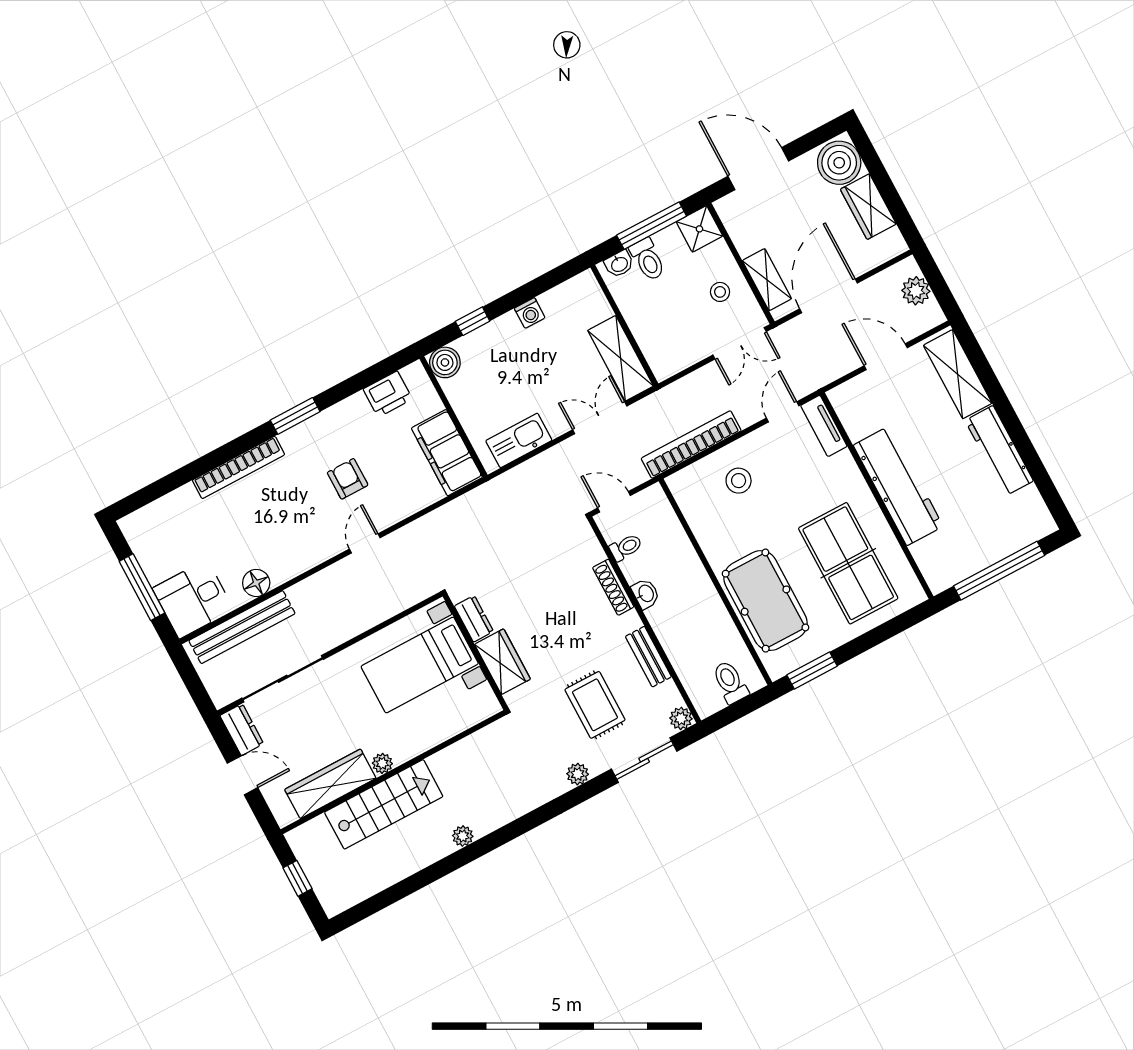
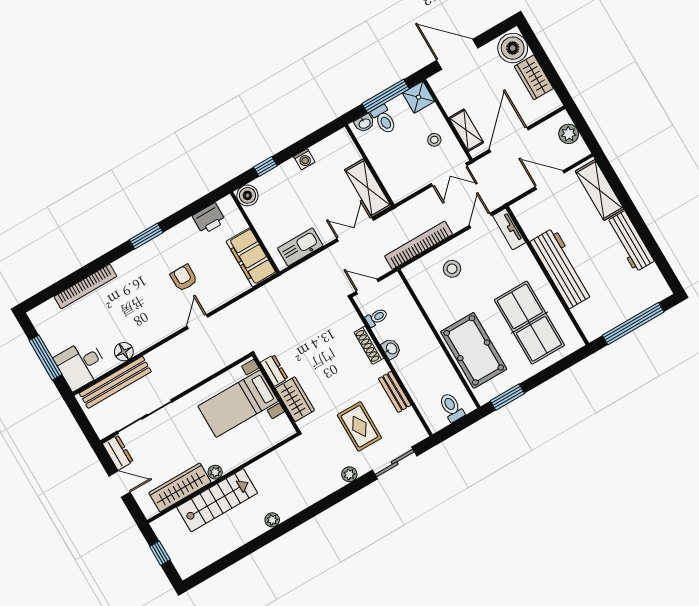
bookcase: (238, 467) -> (85, 286), moved
plant: (681, 718) -> (419, 433), removed

